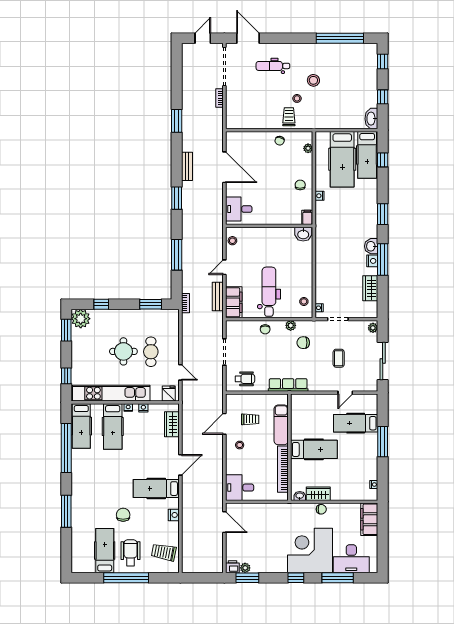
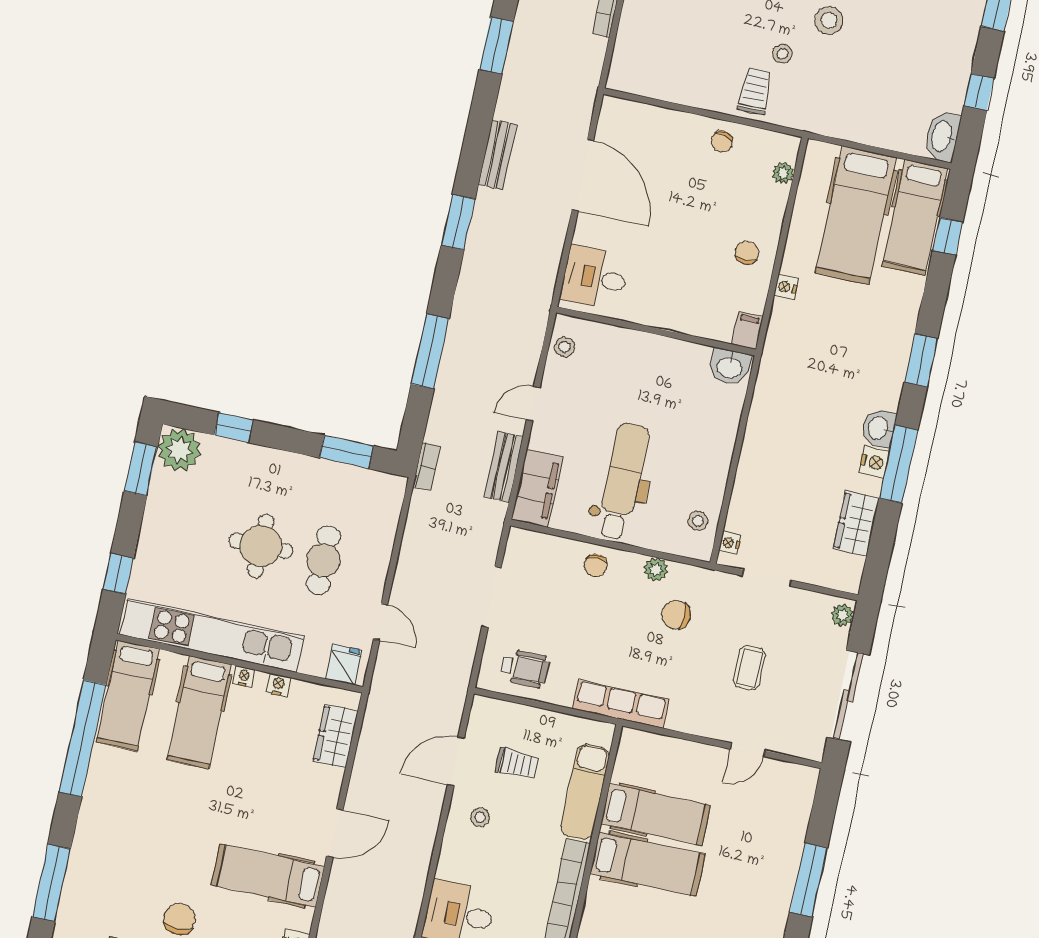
hospital bed: (356, 423) -> (656, 814), moved, turned 180

